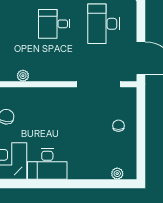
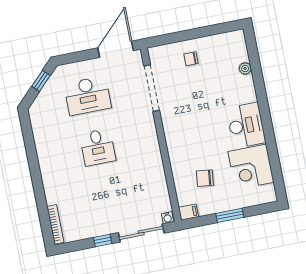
plant: (23, 76) -> (158, 169), removed
plant: (117, 174) -> (245, 68), moved

